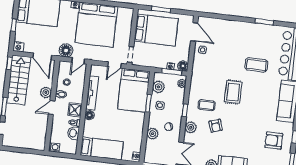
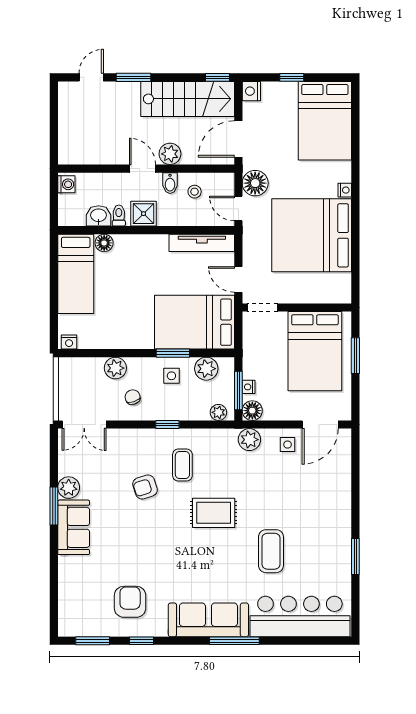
tv unit: (92, 93) -> (202, 243), moved
floor lamp: (90, 115) -> (104, 243), moved
plant: (191, 127) -> (249, 440), moved

